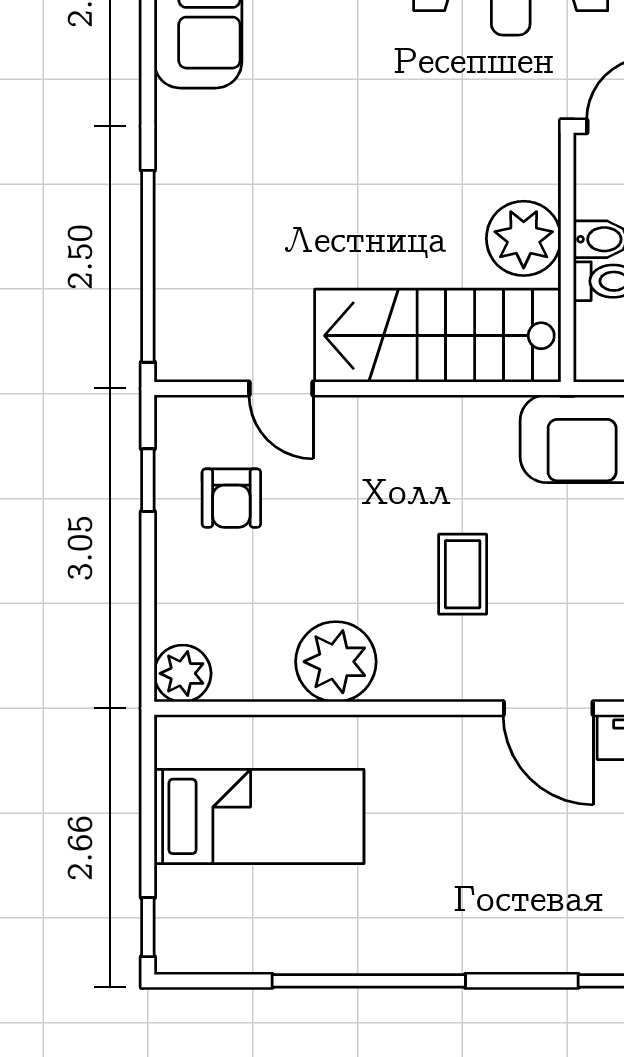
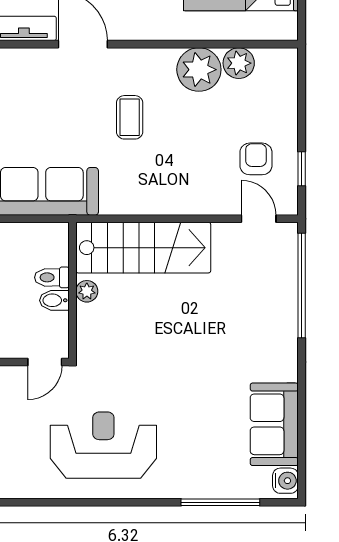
plant: (524, 238) -> (87, 291), width x0.53, depth x0.53
door: (281, 388) -> (259, 219), moved
plant: (183, 673) -> (239, 63), moved

